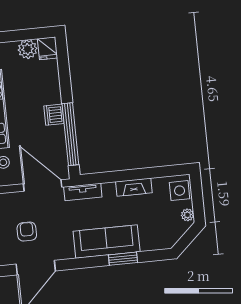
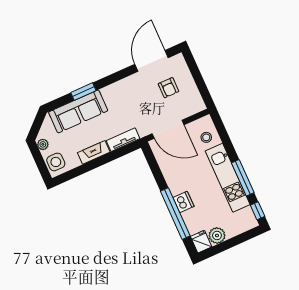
dishwasher: (54, 115) -> (183, 202), moved
window: (70, 134) -> (175, 214), moved
tv unit: (83, 192) -> (123, 140), moved
sofa: (107, 242) -> (78, 111), moved

